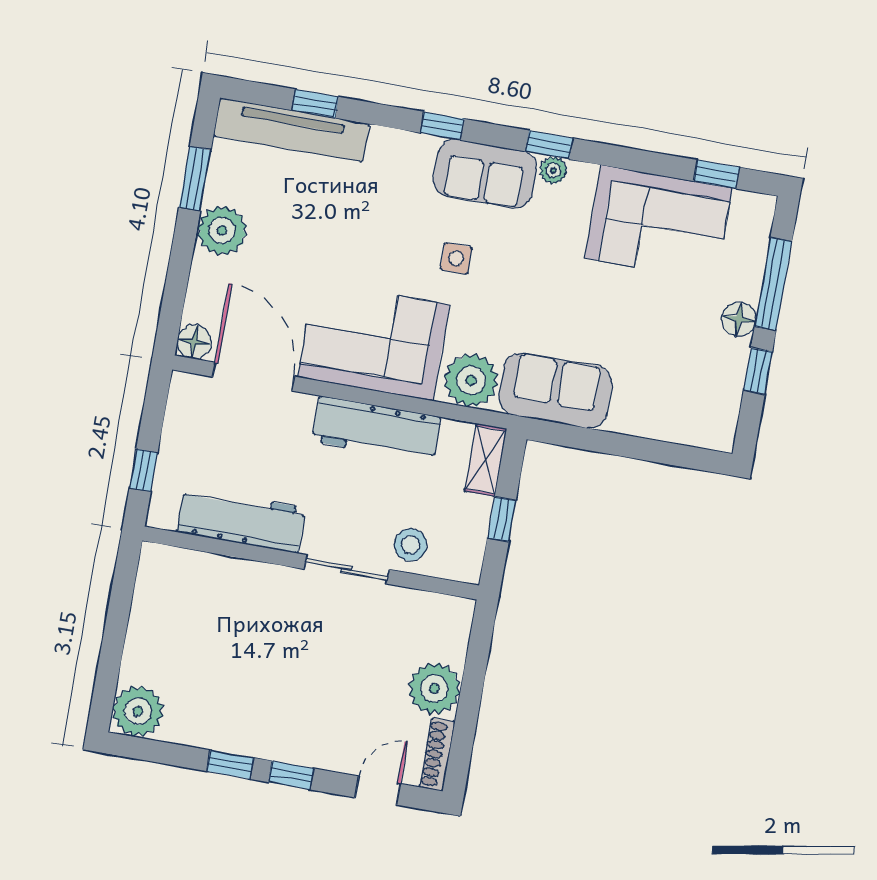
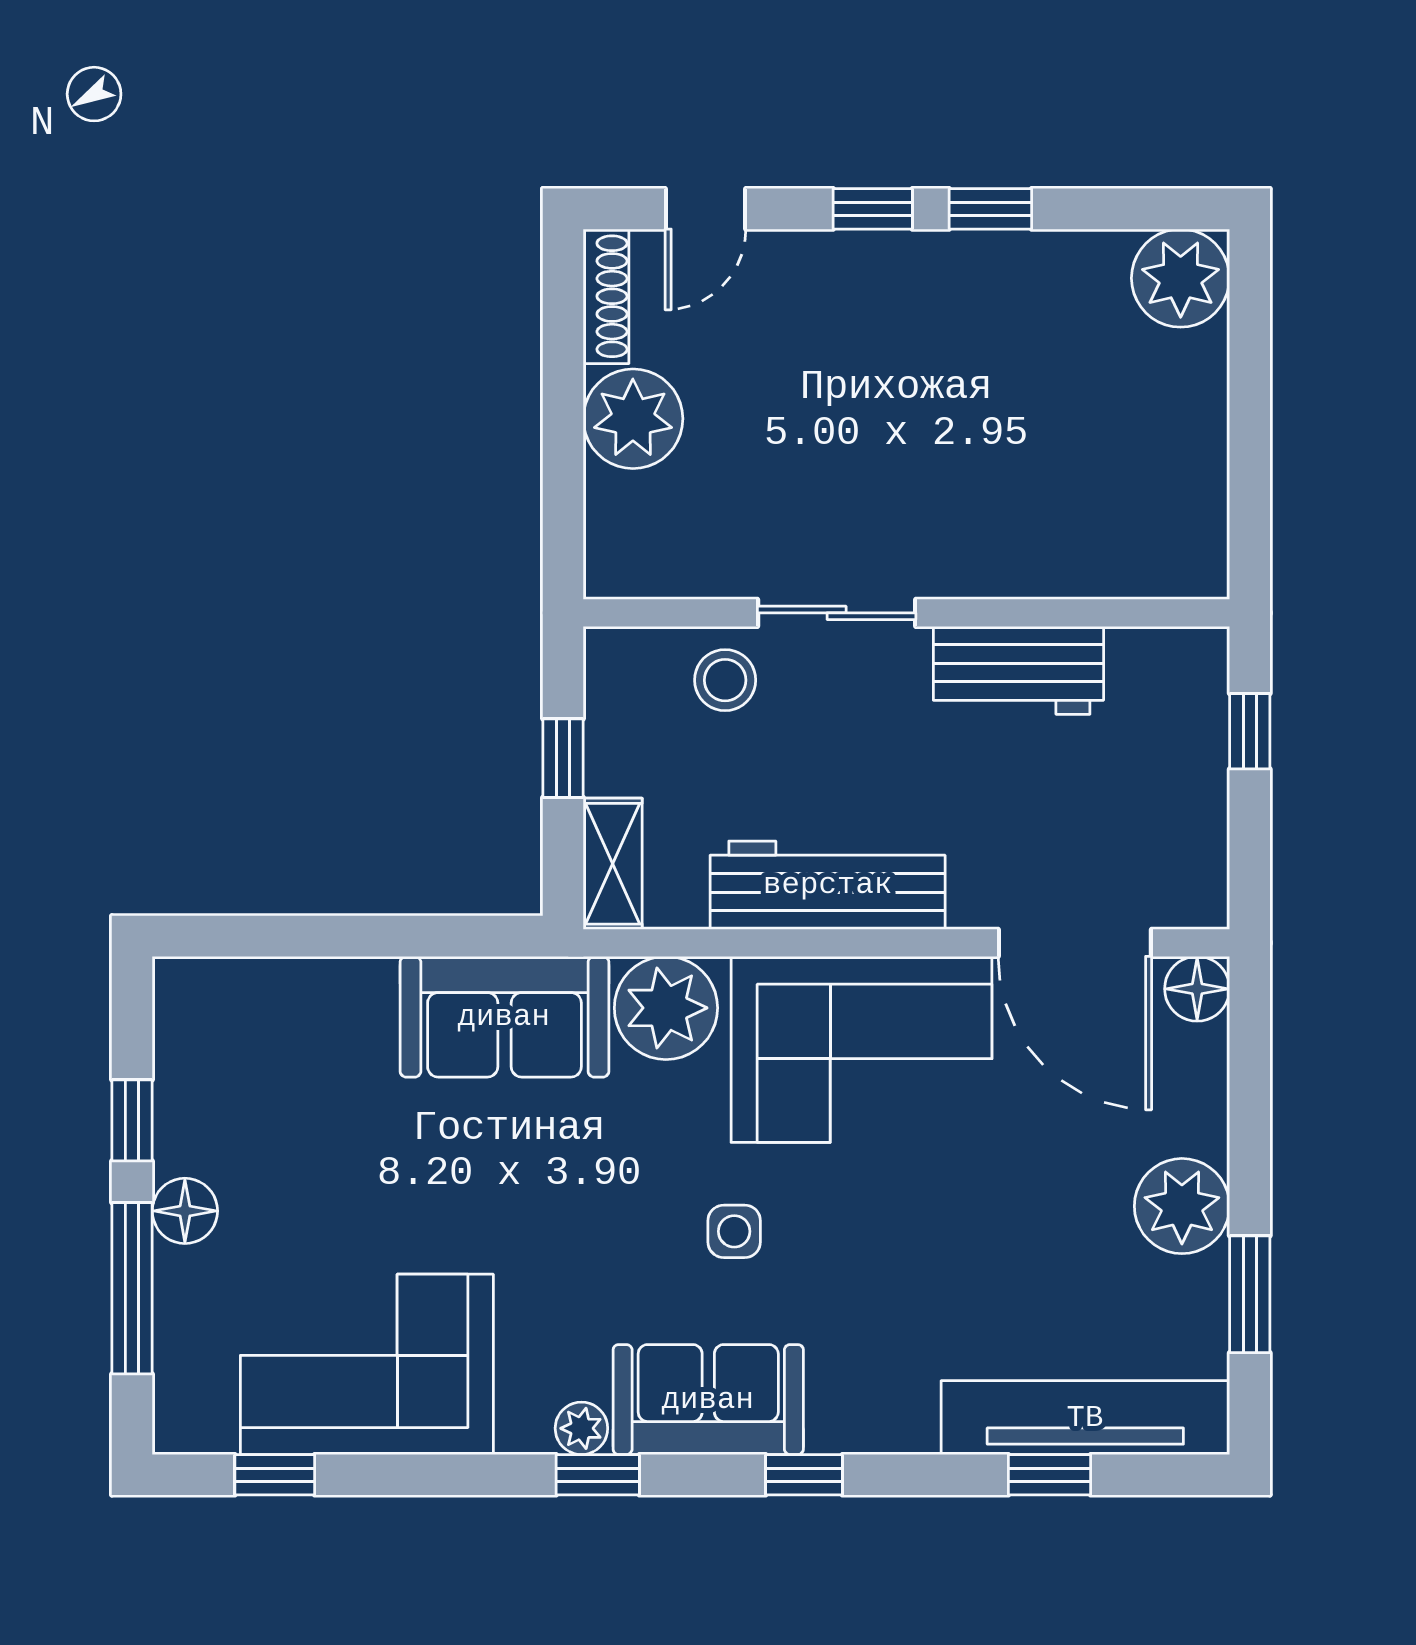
workbench: (241, 520) -> (1018, 670), width x0.73

